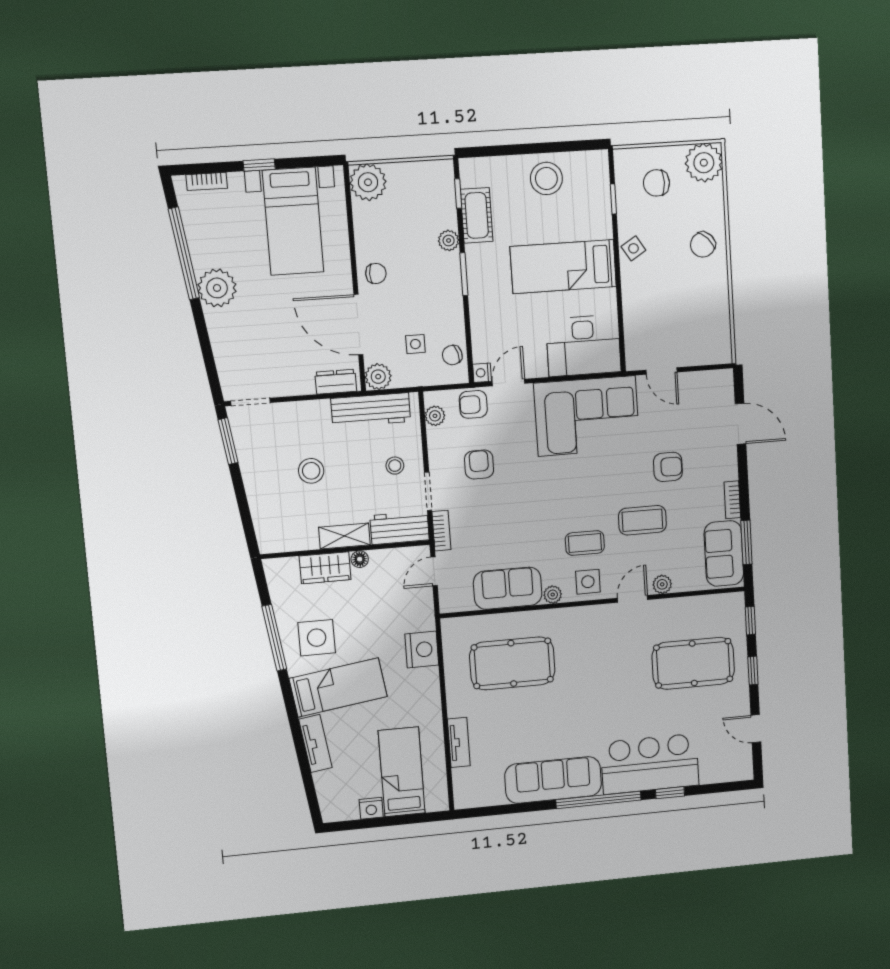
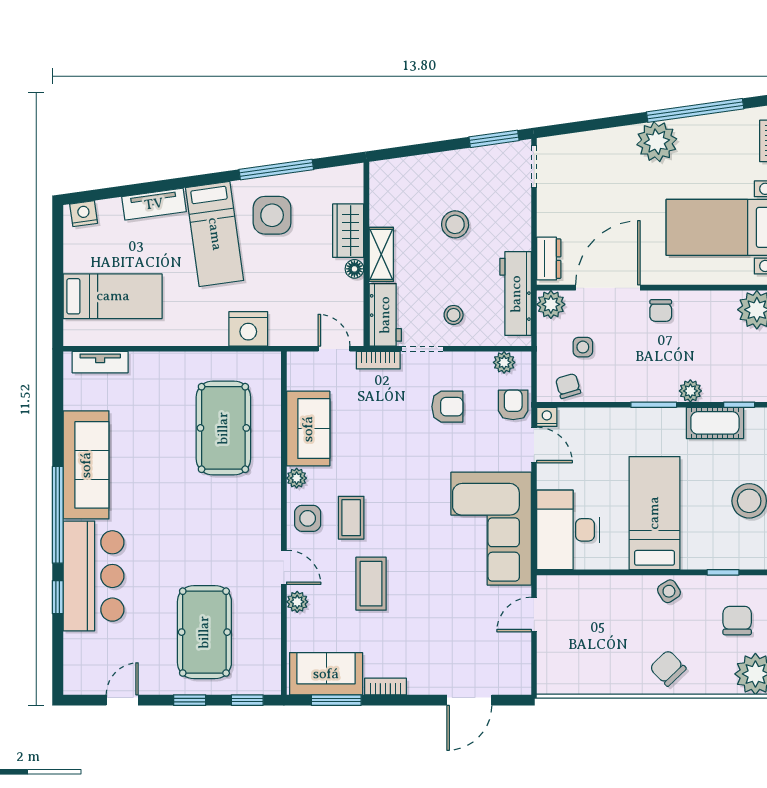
armchair: (668, 467) -> (428, 616), removed
tv unit: (459, 742) -> (100, 362), moved
nightstand: (371, 808) -> (84, 214), moved, turned 82

